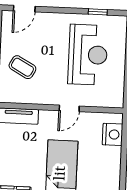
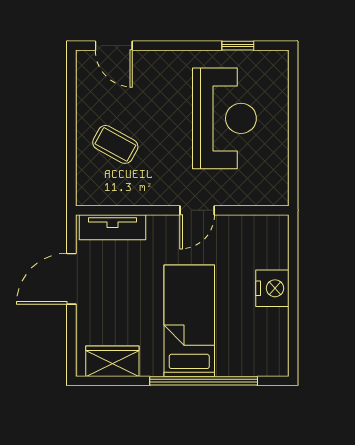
door: (24, 9) -> (114, 46), hinge flipped
nightstand: (113, 134) -> (272, 288), moved

